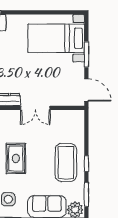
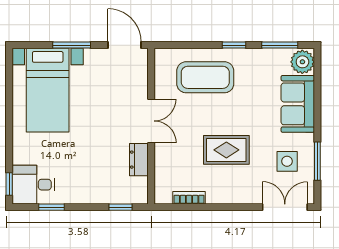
door: (86, 90) -> (125, 45), hinge flipped
coffee table: (66, 162) -> (205, 77), moved

